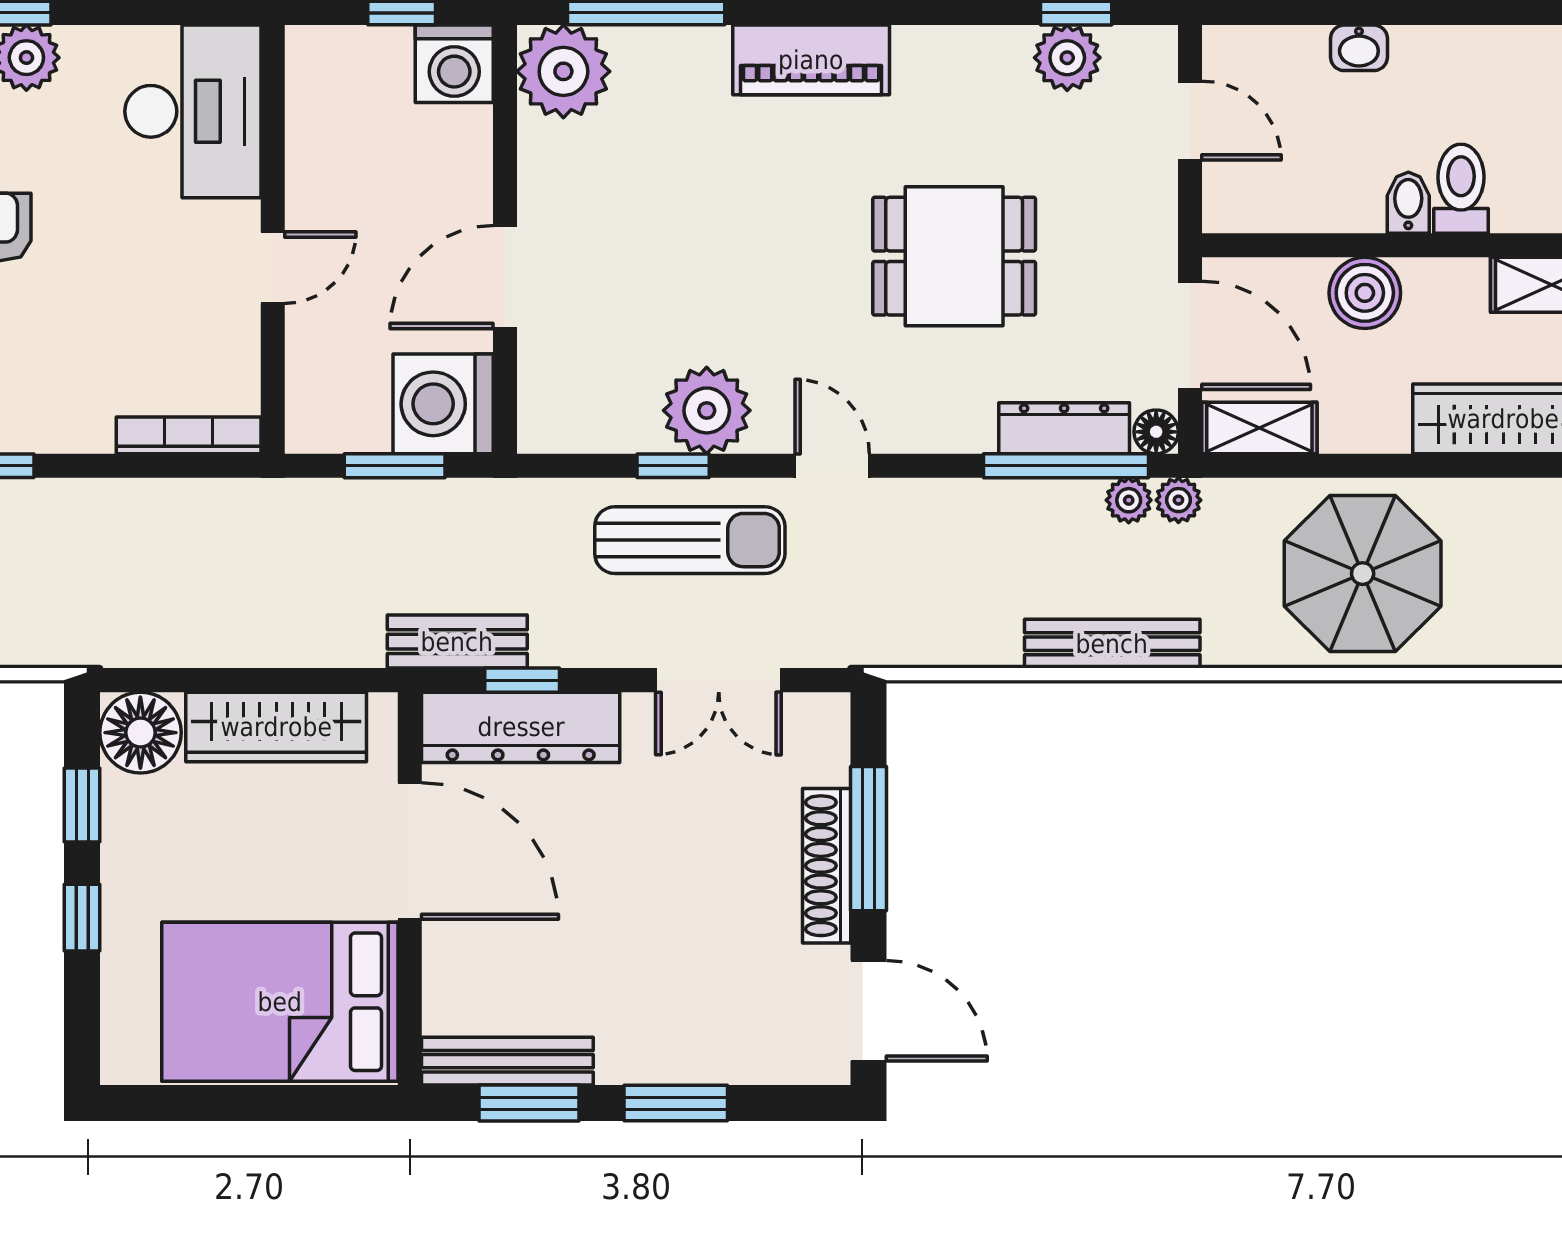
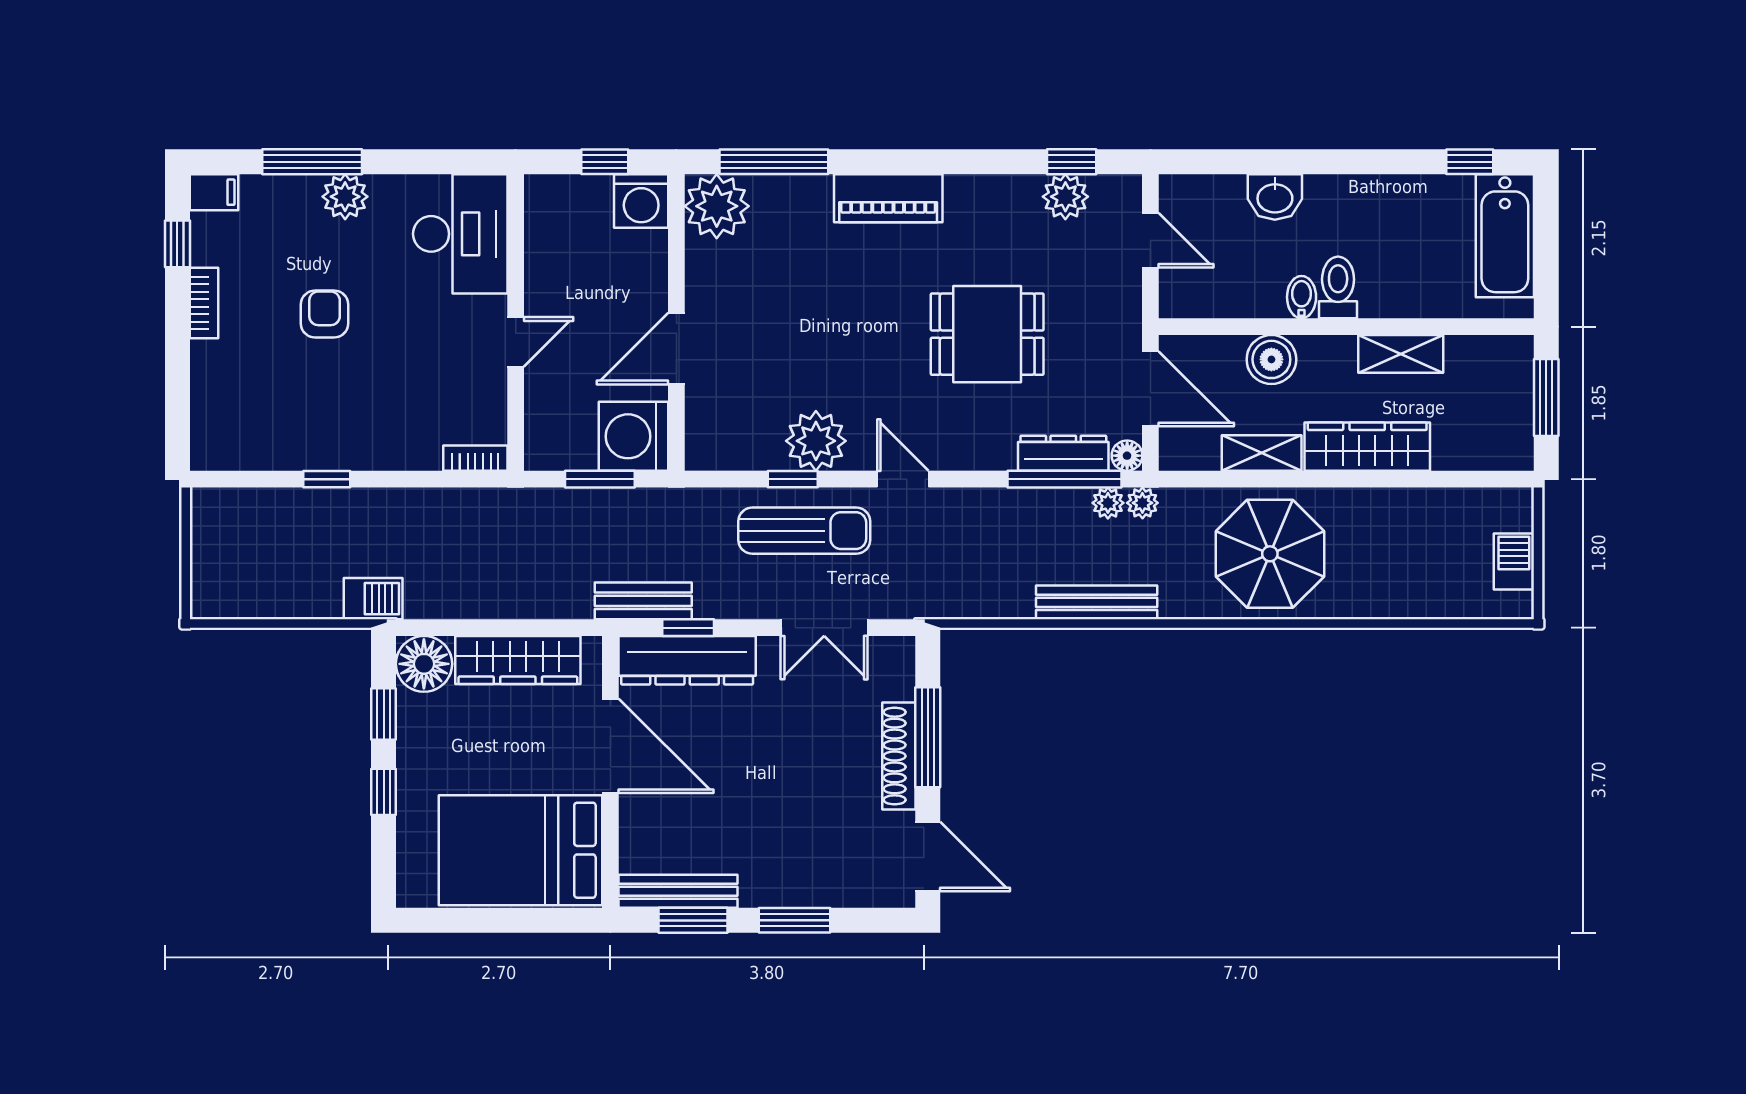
washbasin: (1359, 48) -> (1275, 197), width x1.38, depth x1.45
shelving: (1259, 428) -> (1262, 453), moved
bookcase: (189, 435) -> (475, 458), width x0.64
barbecue: (67, 638) -> (373, 599), added

